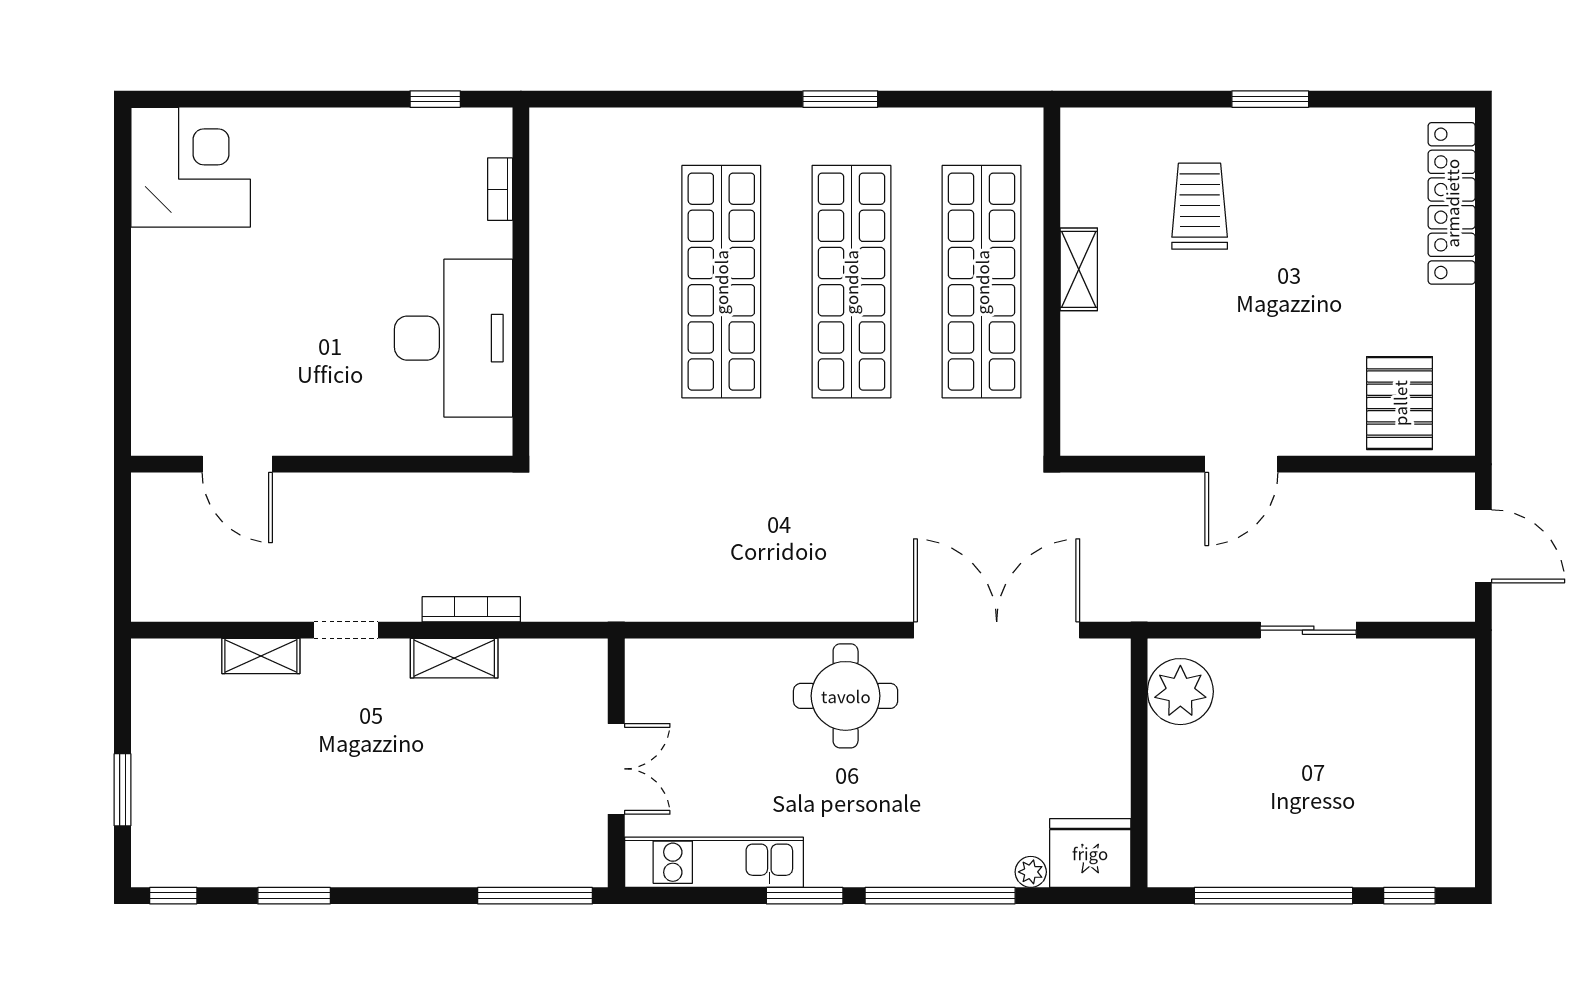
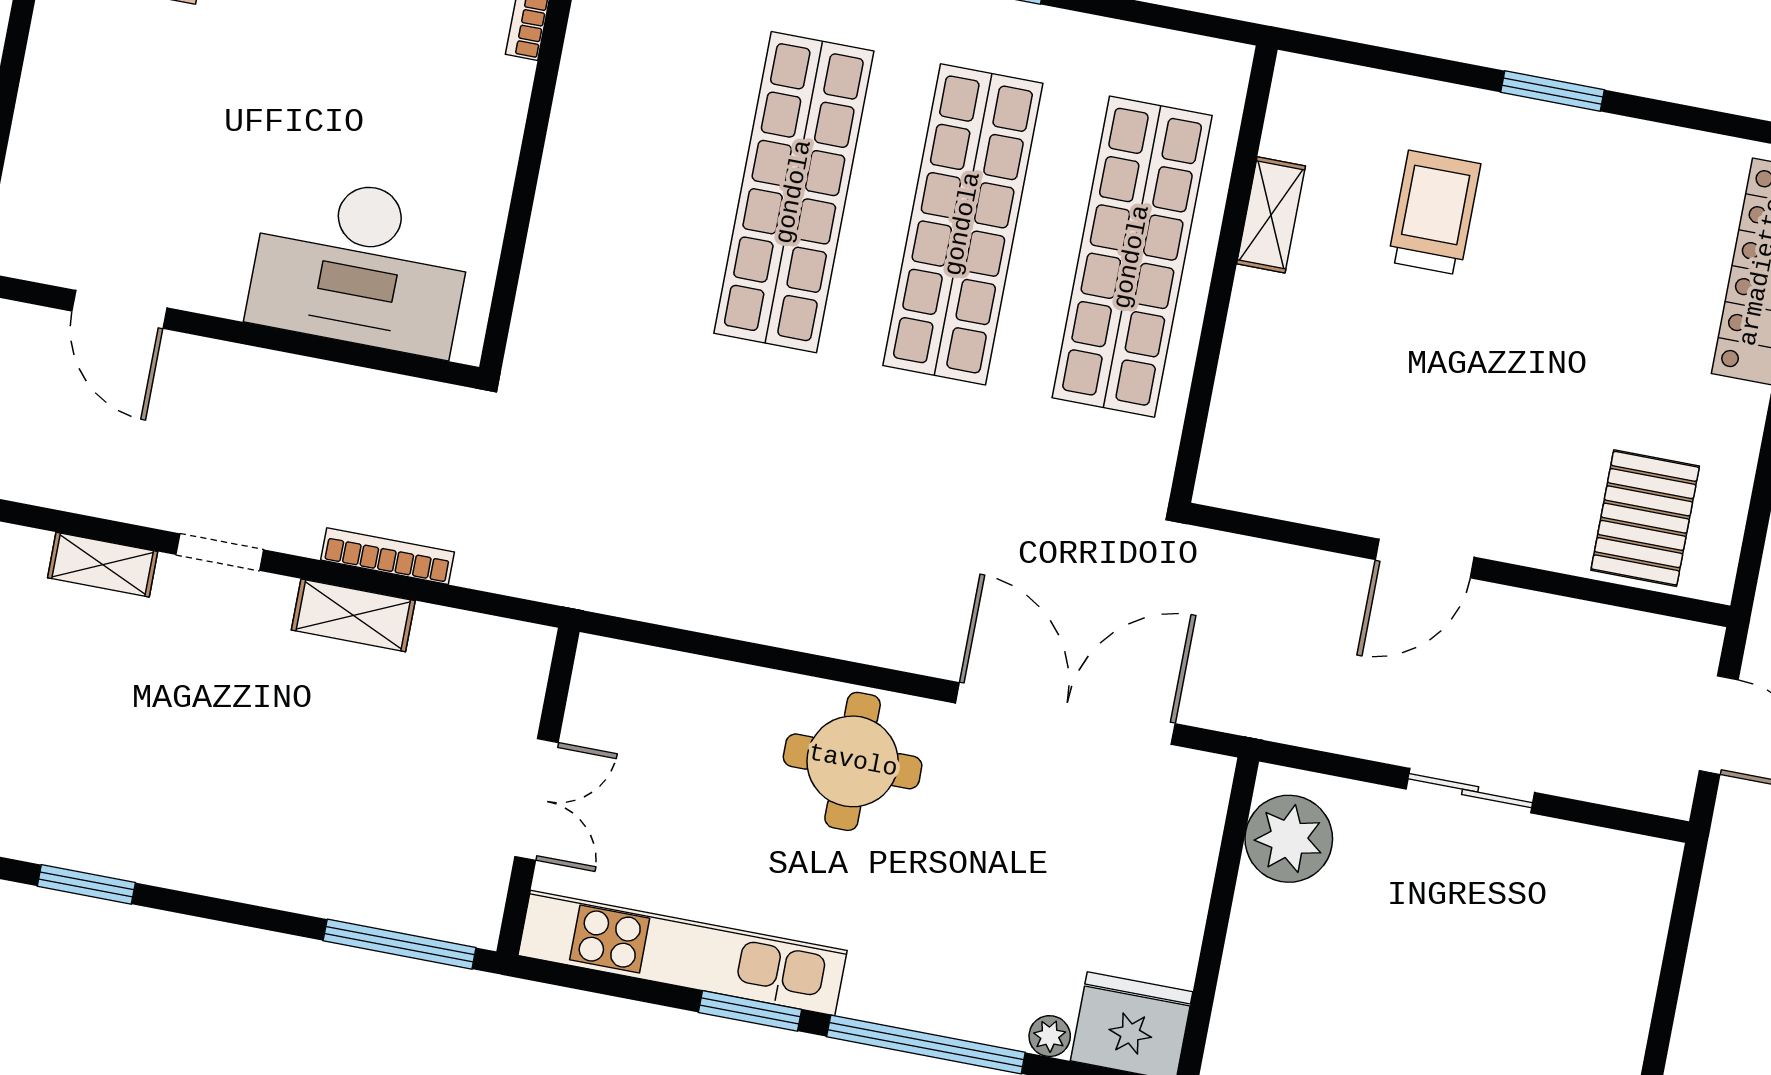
shelving: (1079, 269) -> (1271, 215), moved
desk: (453, 338) -> (361, 265), moved, turned 90
kitchen unit: (714, 862) -> (683, 953), width x1.36

